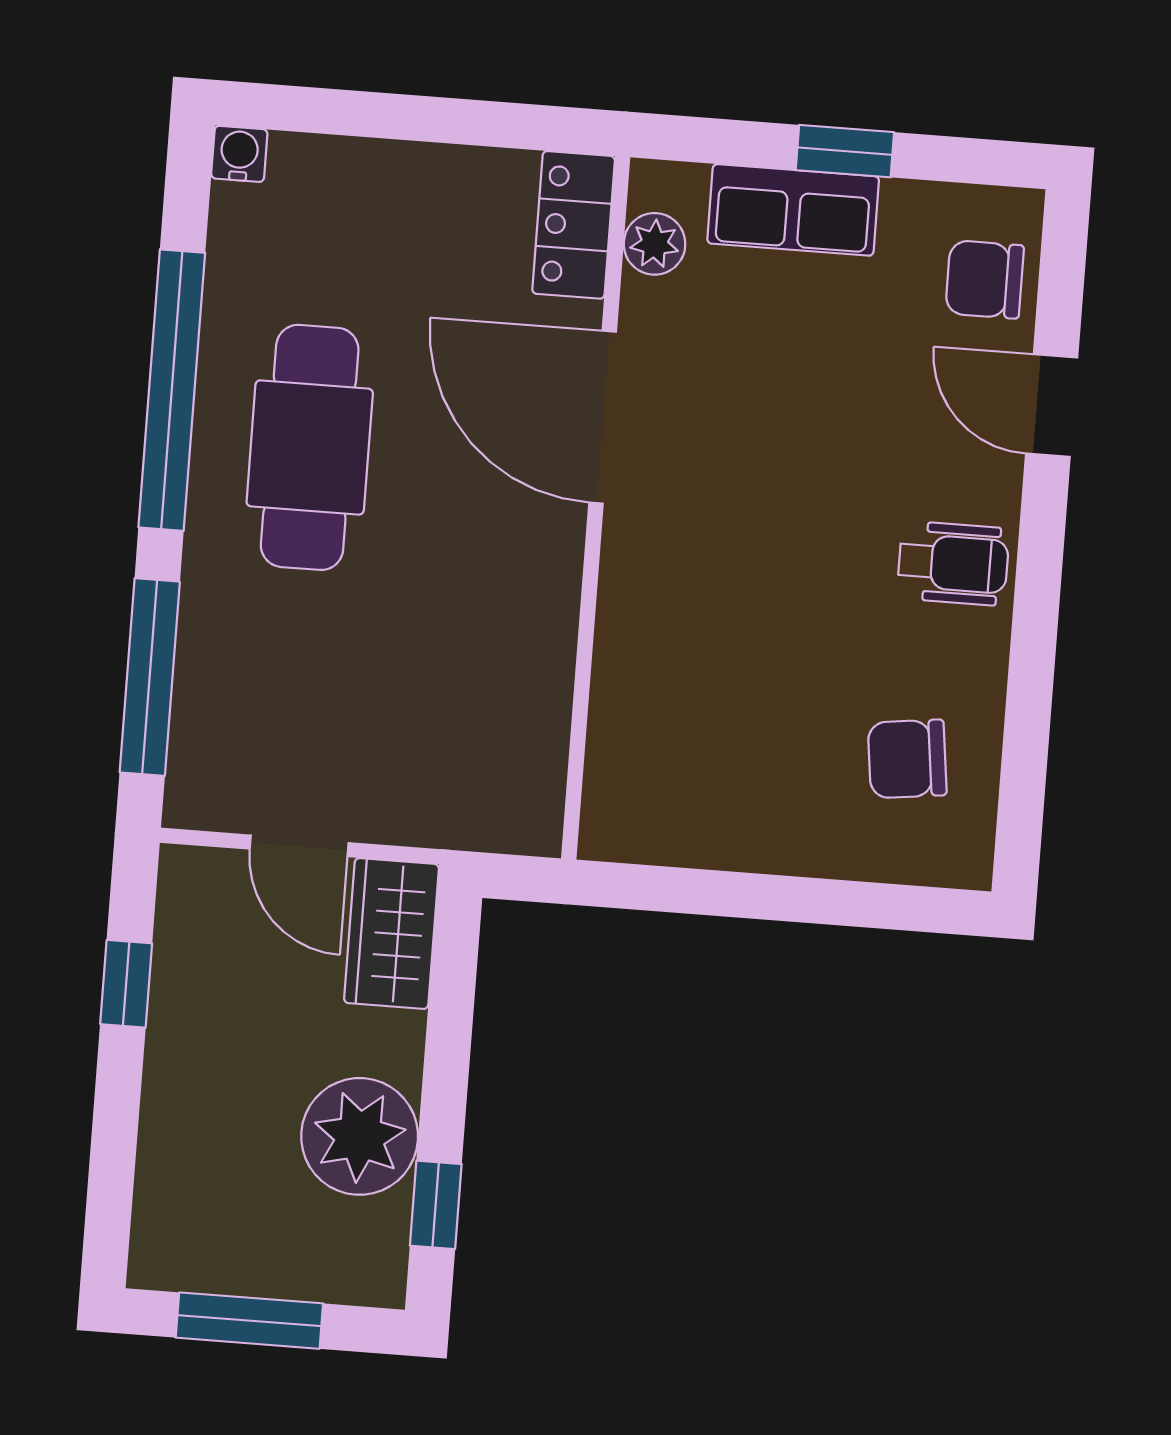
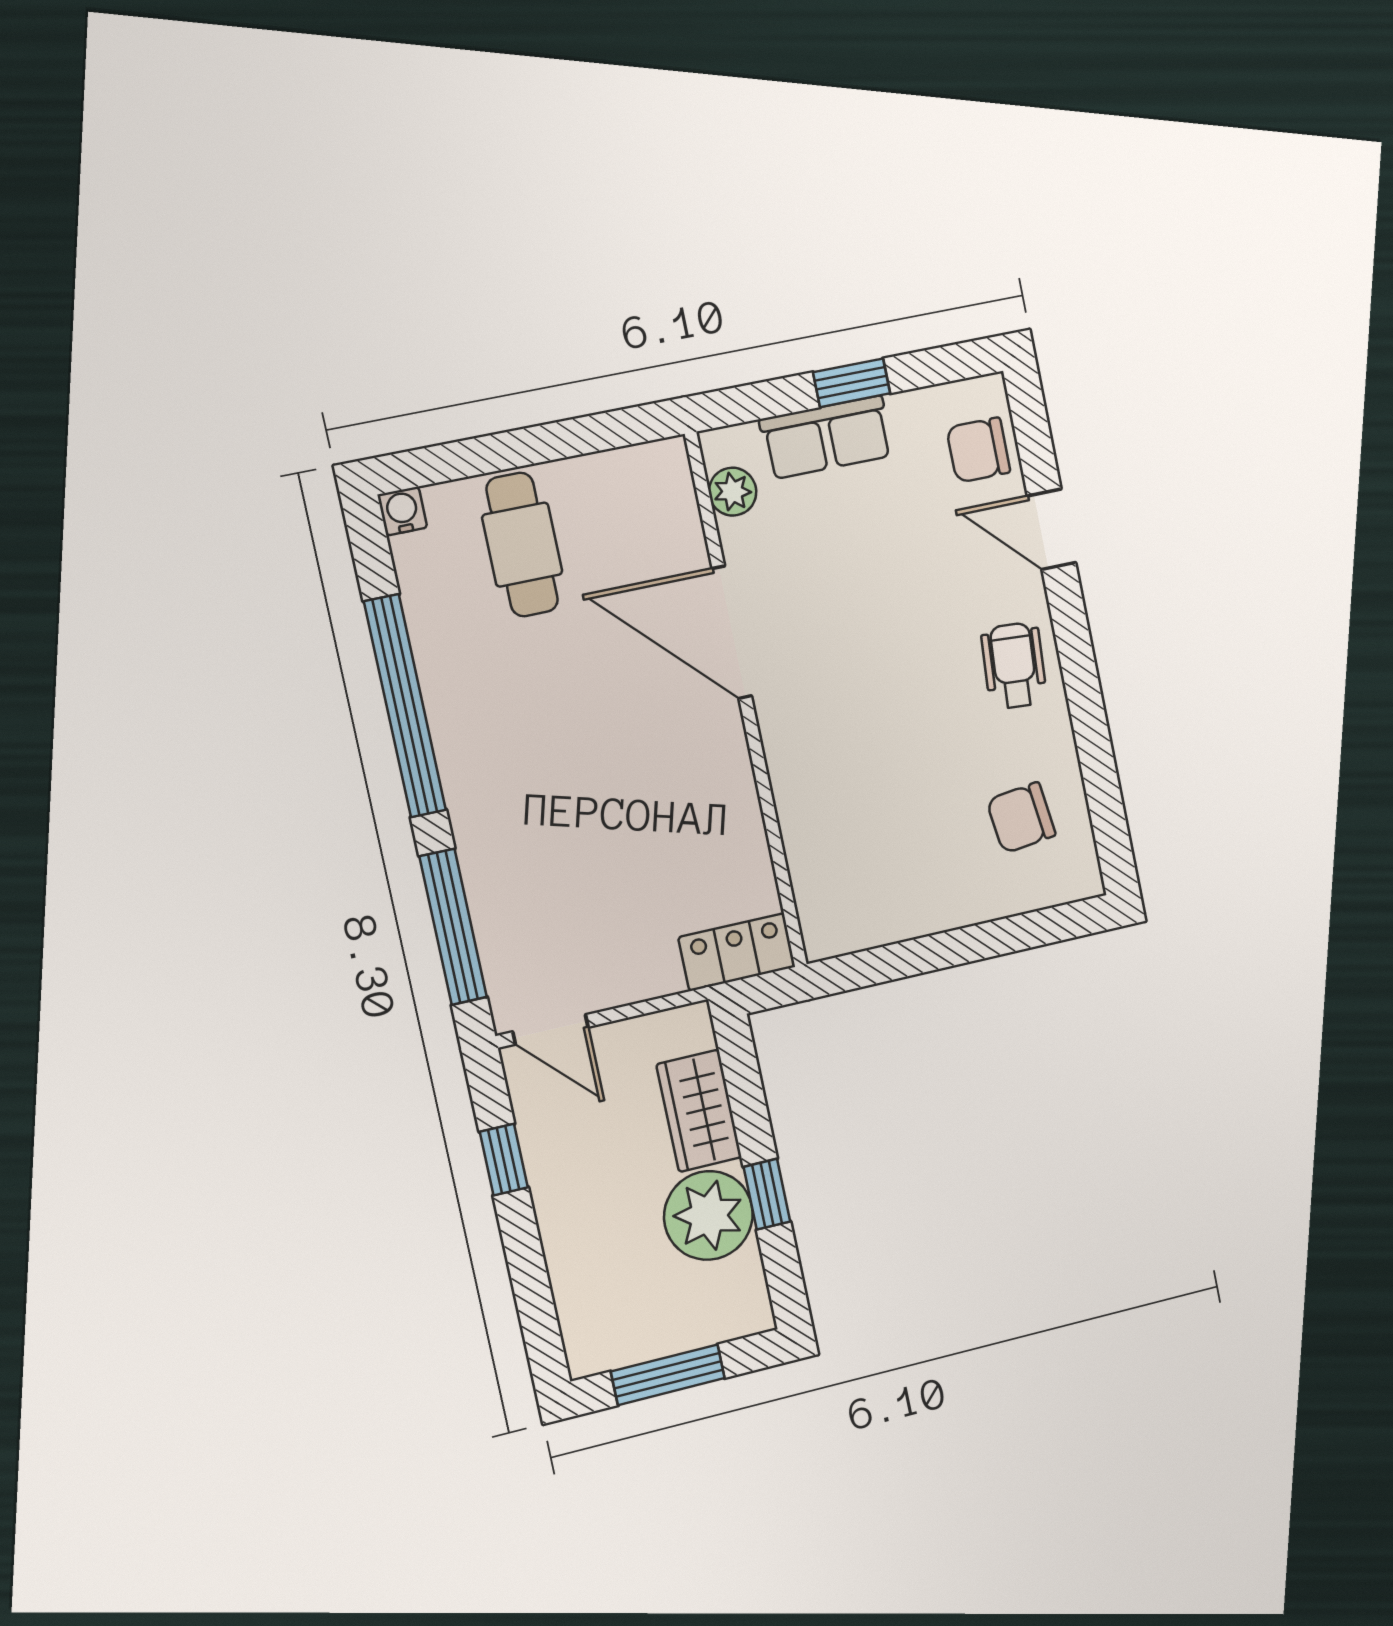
locker: (574, 225) -> (737, 952), moved, turned 90
cafe table: (310, 447) -> (522, 545), moved, width x0.73, depth x0.74
wheelchair: (953, 563) -> (1014, 666), turned -86
door: (299, 846) -> (550, 1029), moved
wardrobe: (391, 934) -> (699, 1111), moved
window: (436, 1205) -> (767, 1194), moved

